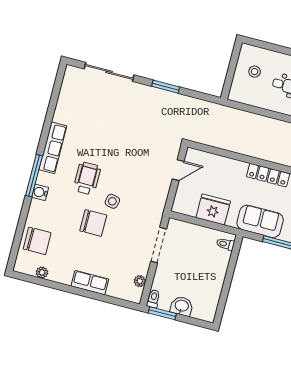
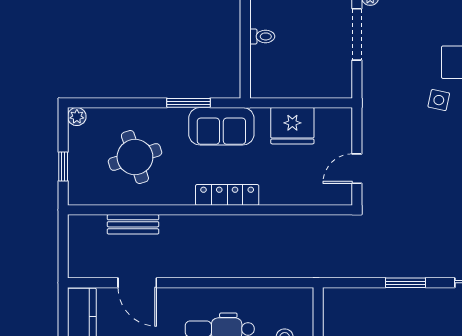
toilet: (225, 244) -> (262, 36), moved
doorway: (159, 245) -> (357, 34), moved

